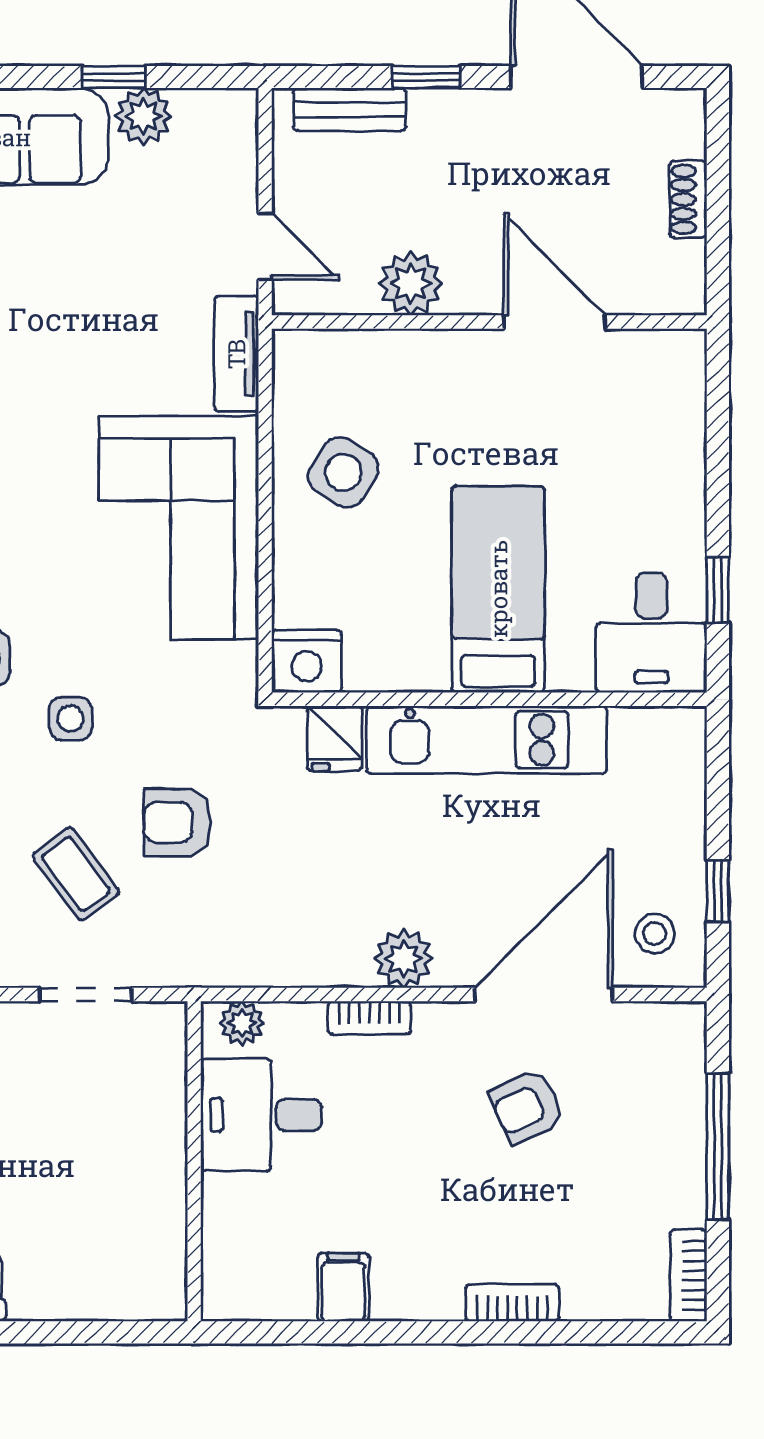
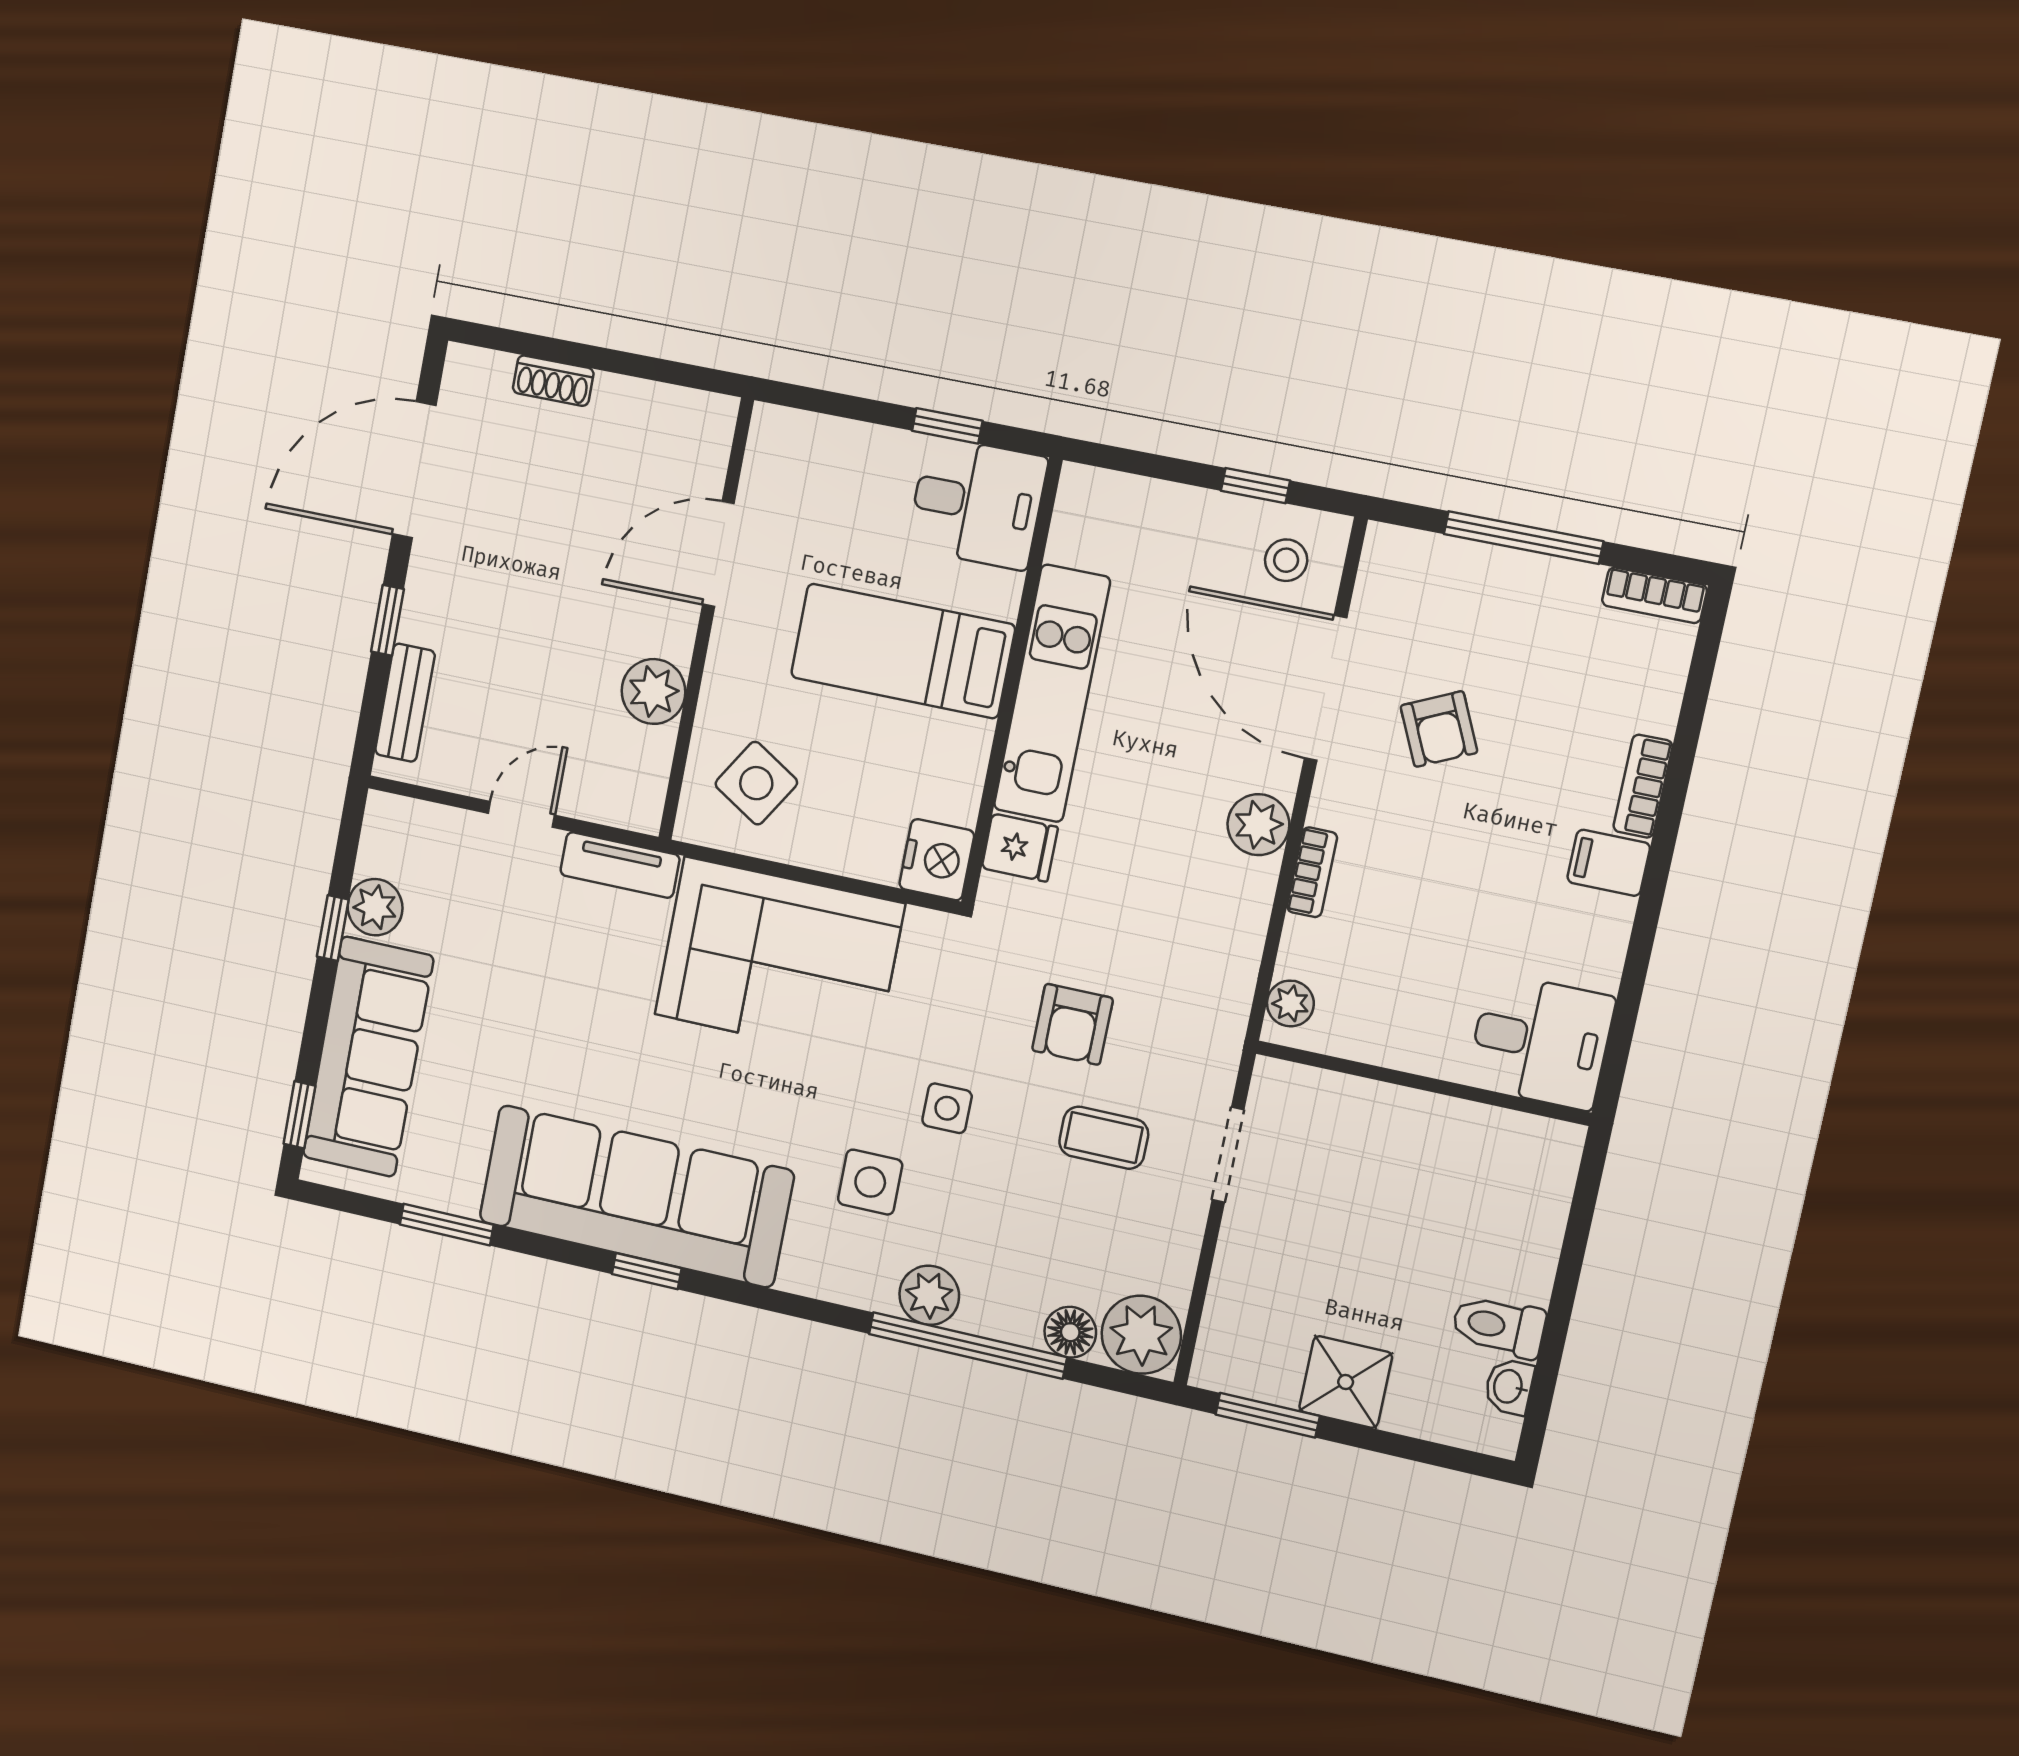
plant: (411, 284) -> (653, 691), moved
wall: (489, 322) -> (706, 620), moved
door: (555, 322) -> (718, 554), moved
coffee table: (76, 874) -> (1104, 1138), turned 37
desk: (261, 1115) -> (1541, 1041), moved, turned -90
filing cabinet: (343, 1287) -> (1609, 863), moved

